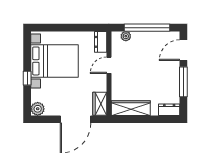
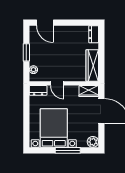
window: (147, 28) -> (26, 52), width x0.47
window: (27, 78) -> (68, 150), width x2.17
window: (183, 82) -> (71, 23), removed

